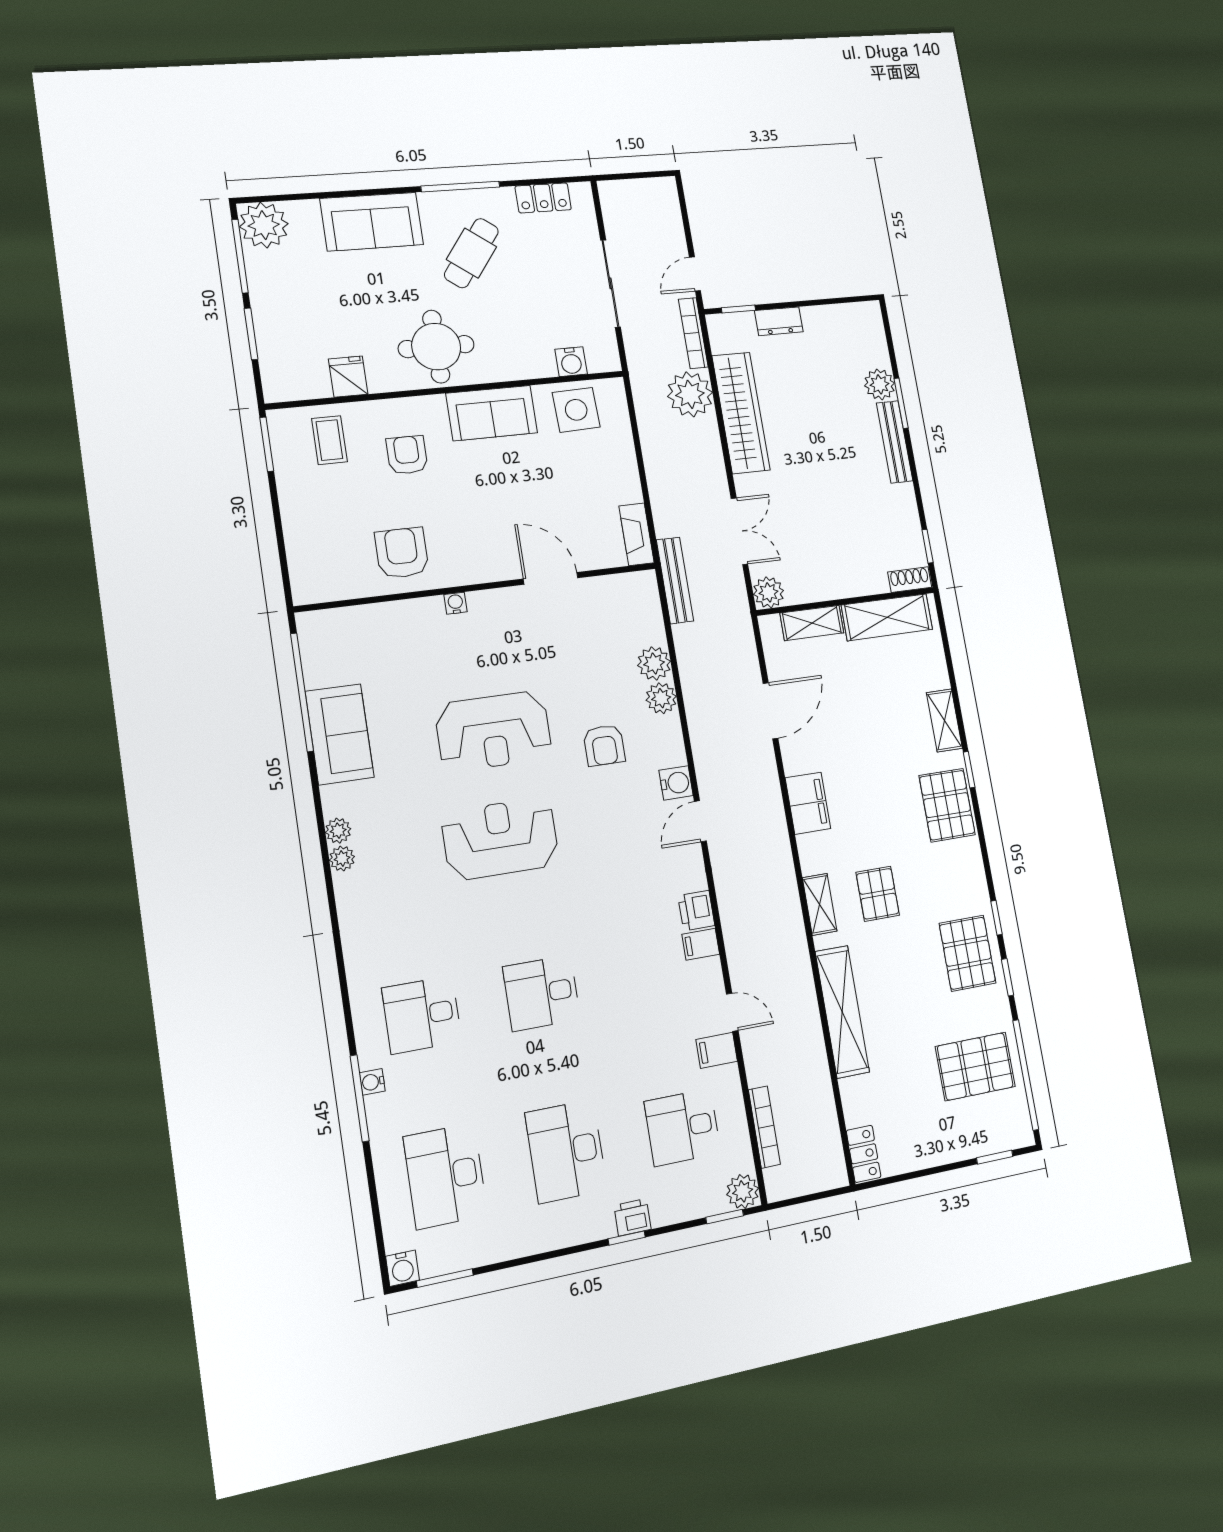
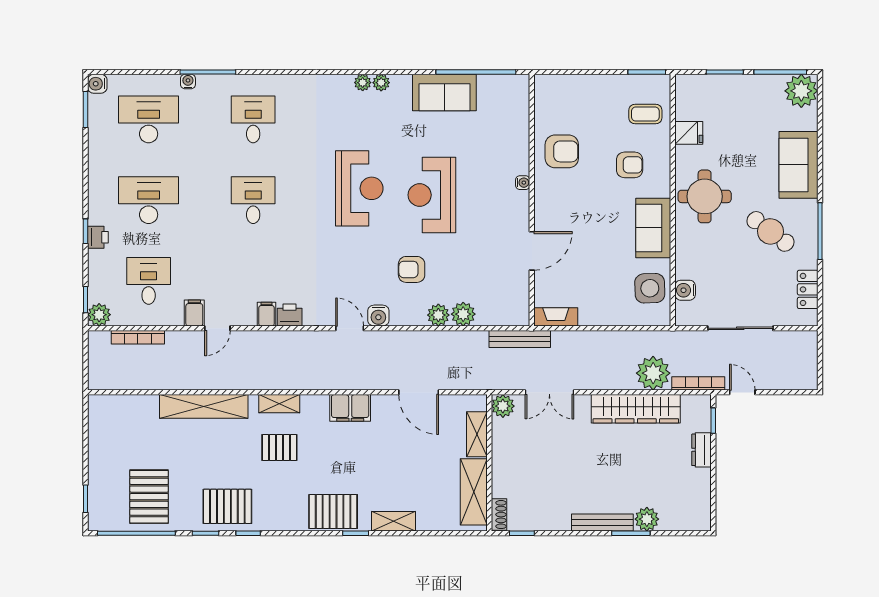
water cooler: (372, 1082) -> (188, 82), moved
locker: (864, 1154) -> (107, 404), removed

